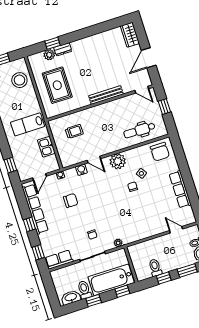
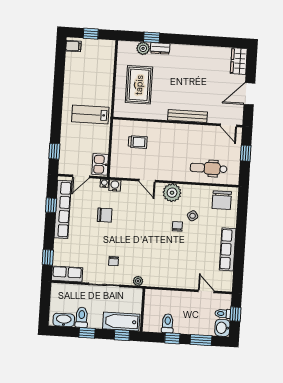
stool: (19, 80) -> (100, 63), removed
kitchen sink: (46, 147) -> (100, 164), moved
water cooler: (81, 170) -> (115, 185), moved
window: (29, 224) -> (51, 205), moved
bathtub: (111, 280) -> (121, 321), width x0.73, depth x0.73

